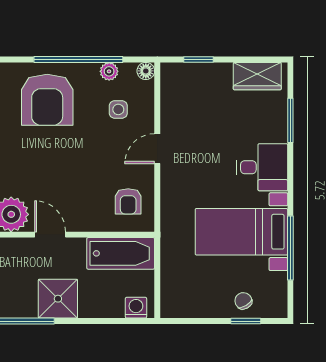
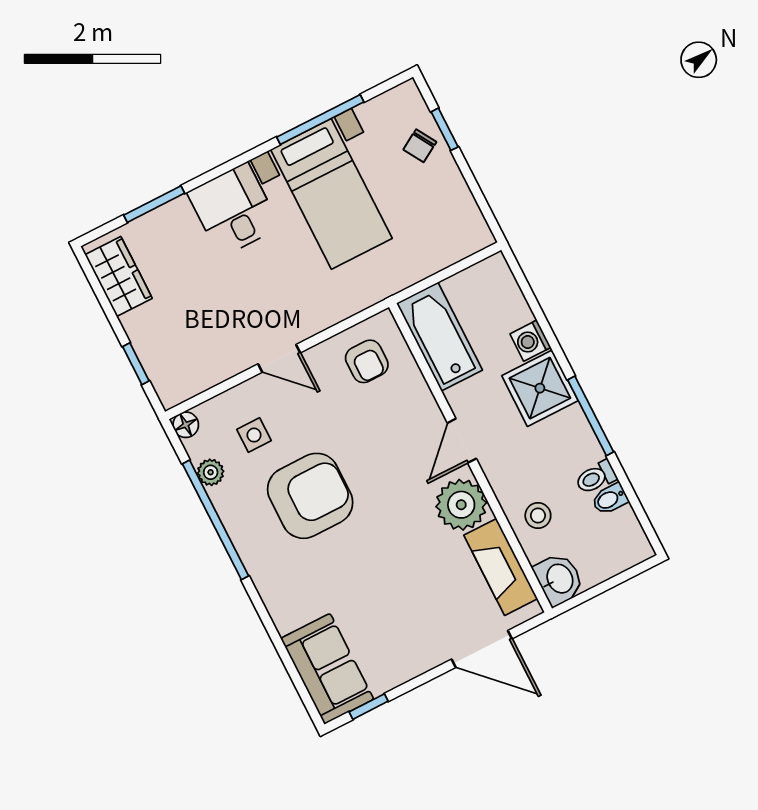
armchair: (47, 100) -> (310, 496), moved
armchair: (128, 201) -> (367, 361), turned 90
washing machine: (136, 308) -> (530, 341), moved

